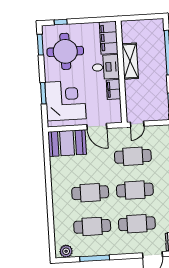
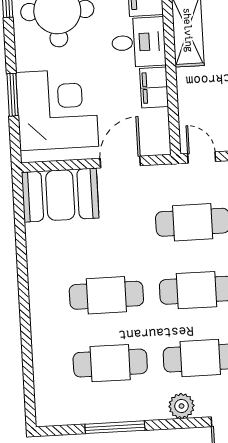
door: (137, 124) -> (202, 157), swing flipped
door: (97, 127) -> (120, 162), swing flipped
plant: (66, 251) -> (181, 406), moved

